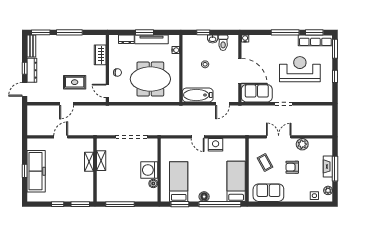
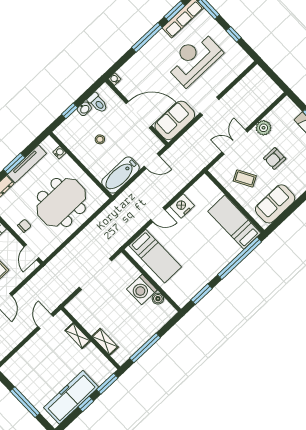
door: (107, 91) -> (31, 252), hinge flipped
door: (222, 104) -> (152, 161), hinge flipped
door: (61, 137) -> (46, 321), moved
shelving: (101, 161) -> (105, 342), moved
window: (25, 171) -> (25, 402), width x2.17
freezer: (36, 171) -> (71, 397), moved, turned -90
bed: (179, 182) -> (155, 256), moved, turned 180
floor lamp: (204, 197) -> (218, 265), removed

